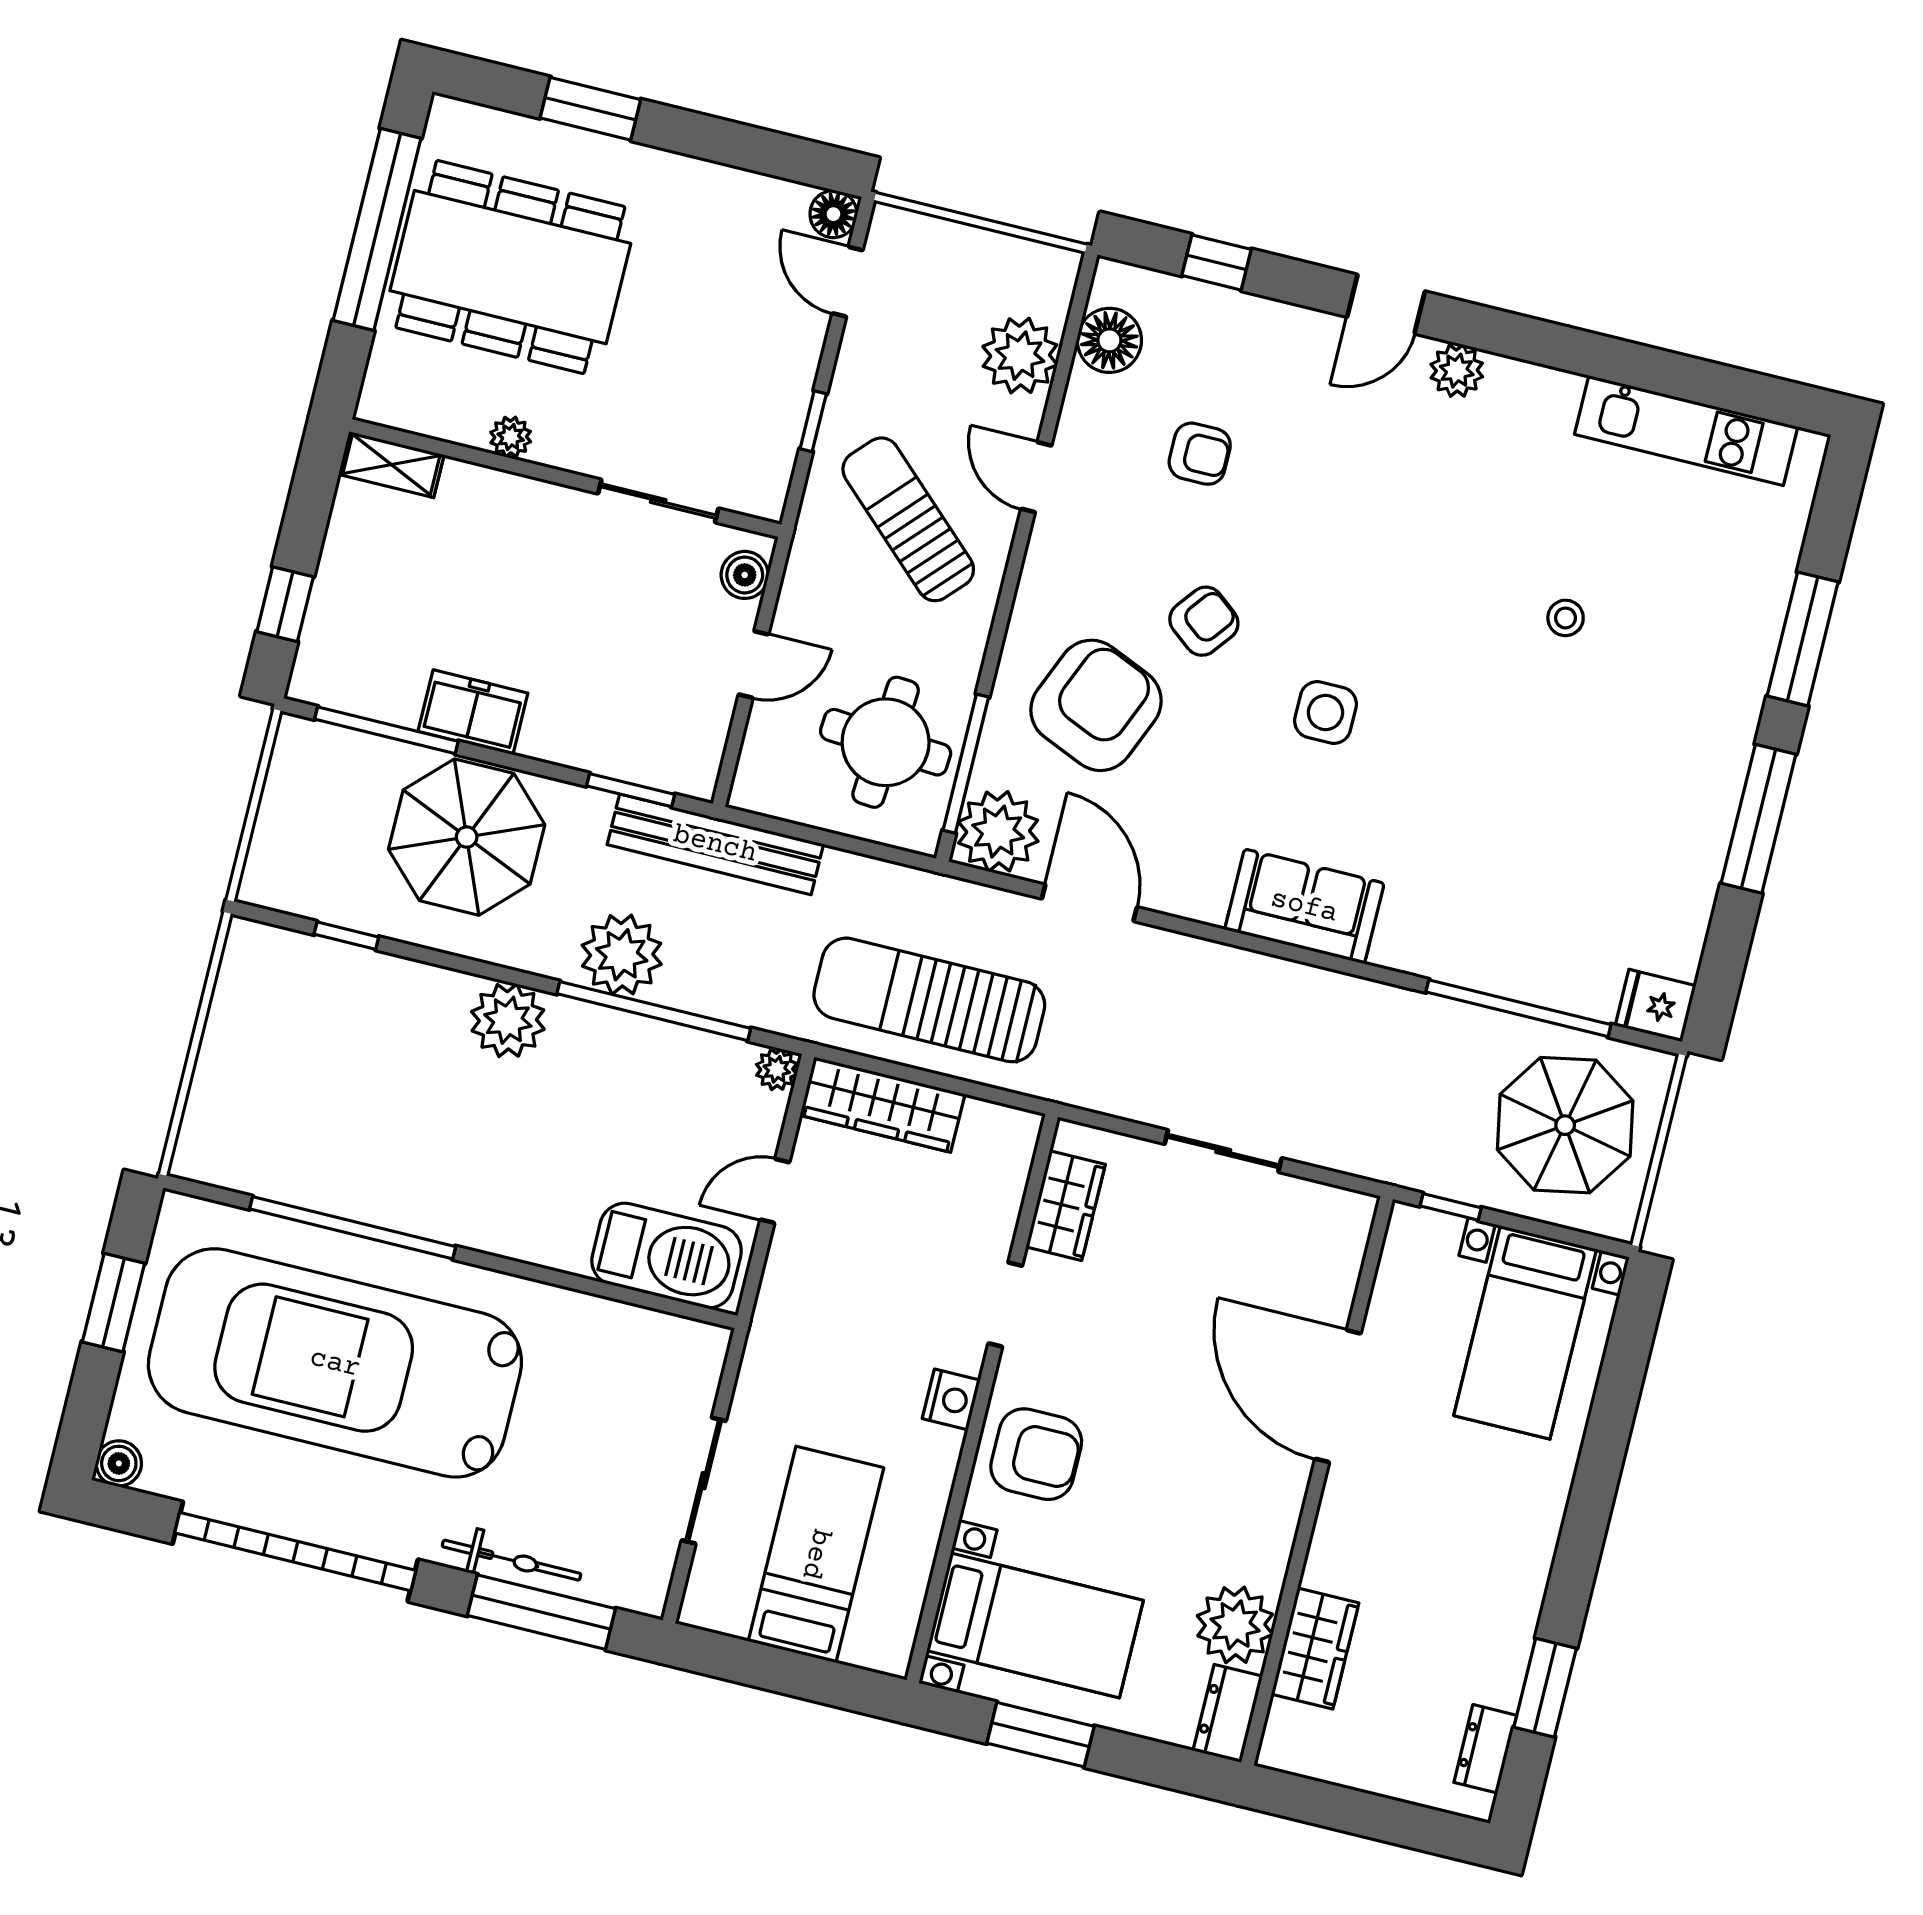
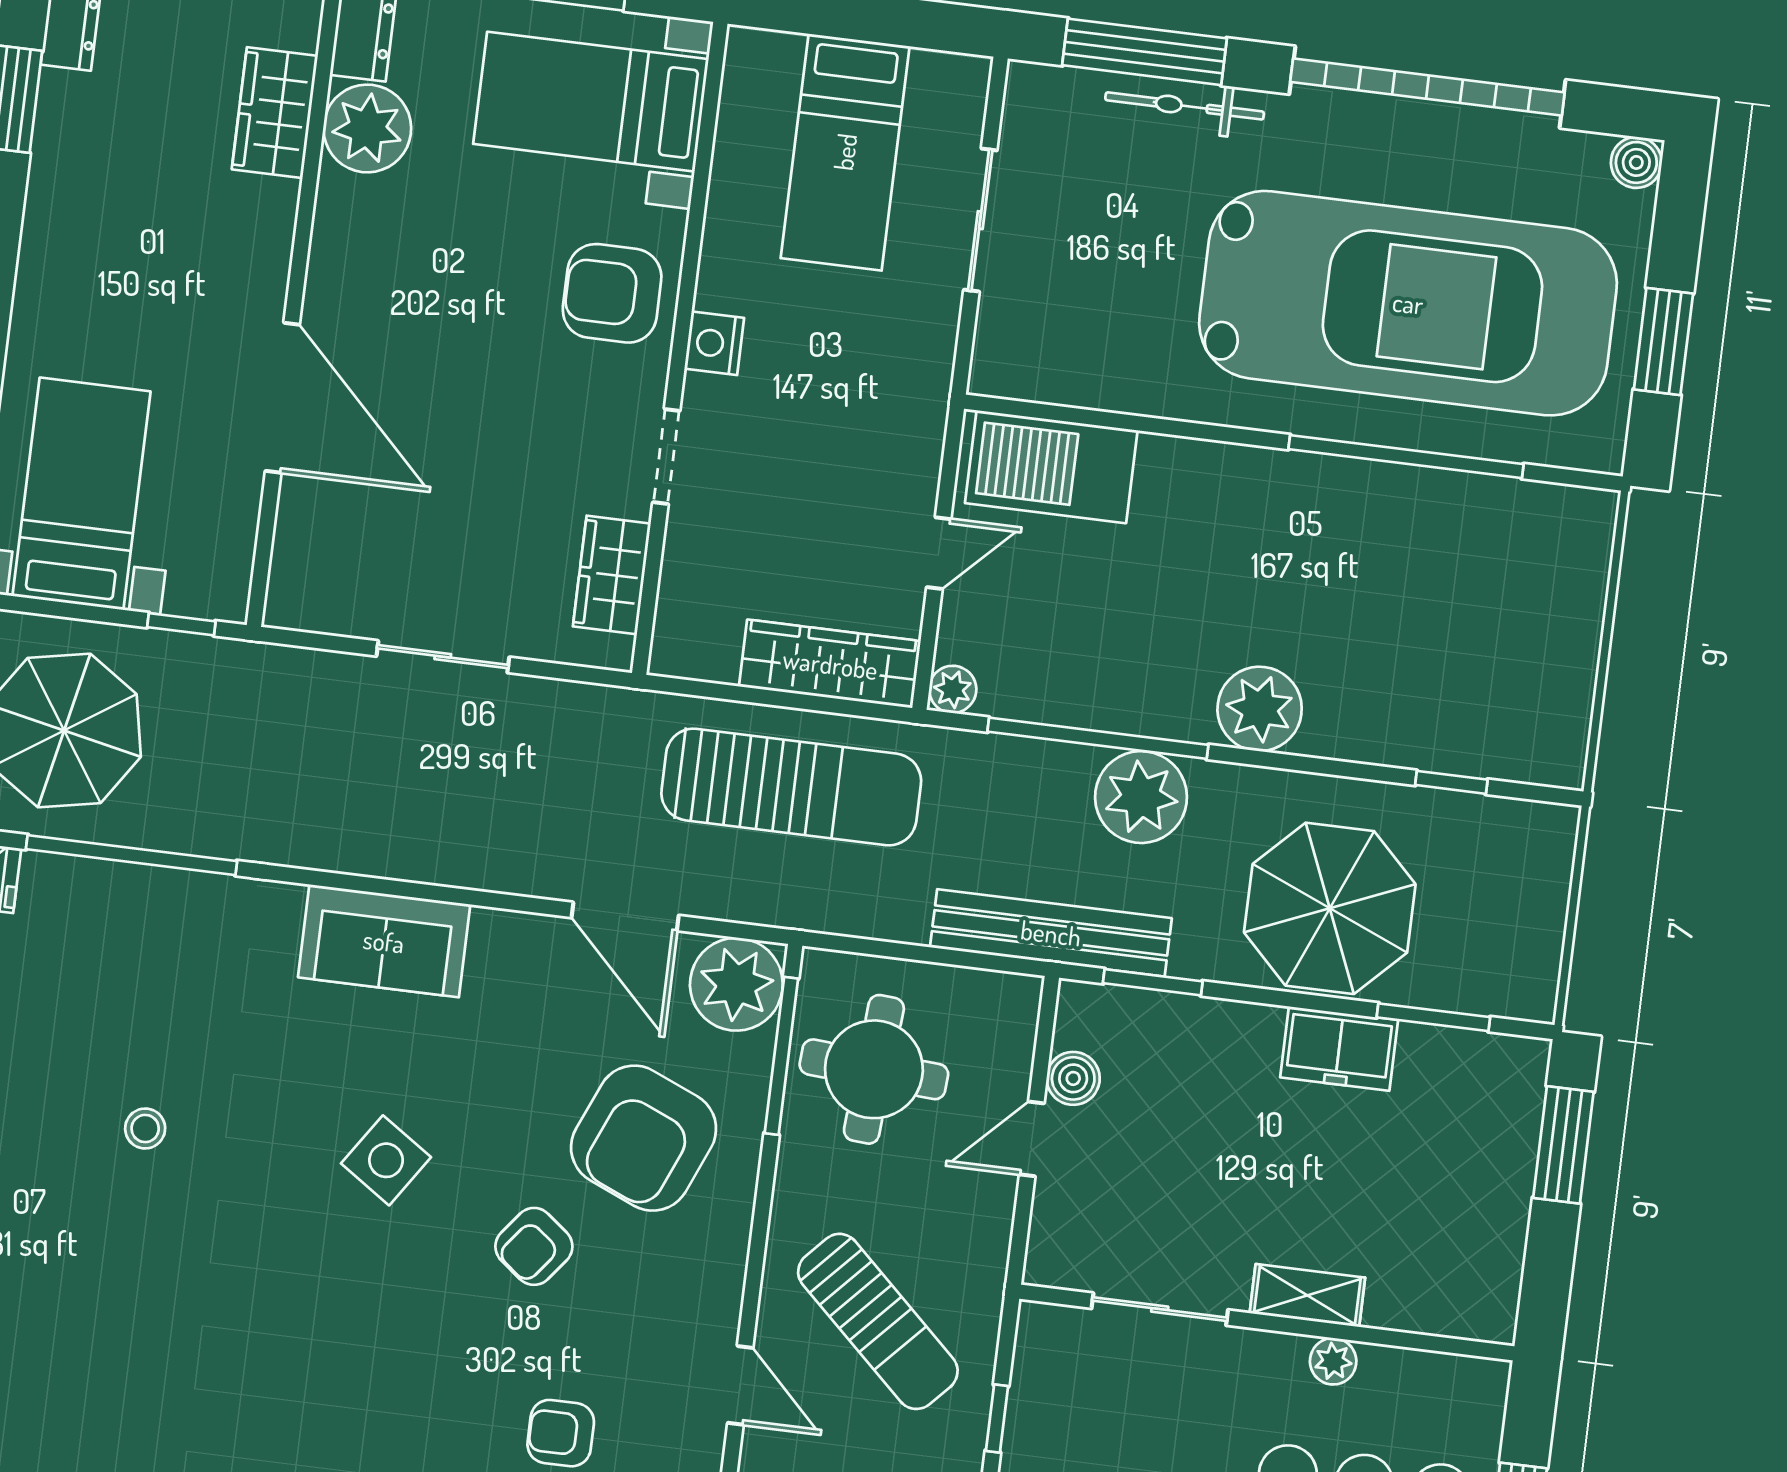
shelving: (391, 465) -> (1307, 1295), moved
boiler: (745, 575) -> (1073, 1078), moved
window: (285, 604) -> (1563, 1145), width x1.50
stool: (1566, 618) -> (145, 1128), moved
side table: (1326, 712) -> (386, 1160), turned 34
window: (386, 730) -> (1433, 1017), width x0.69

